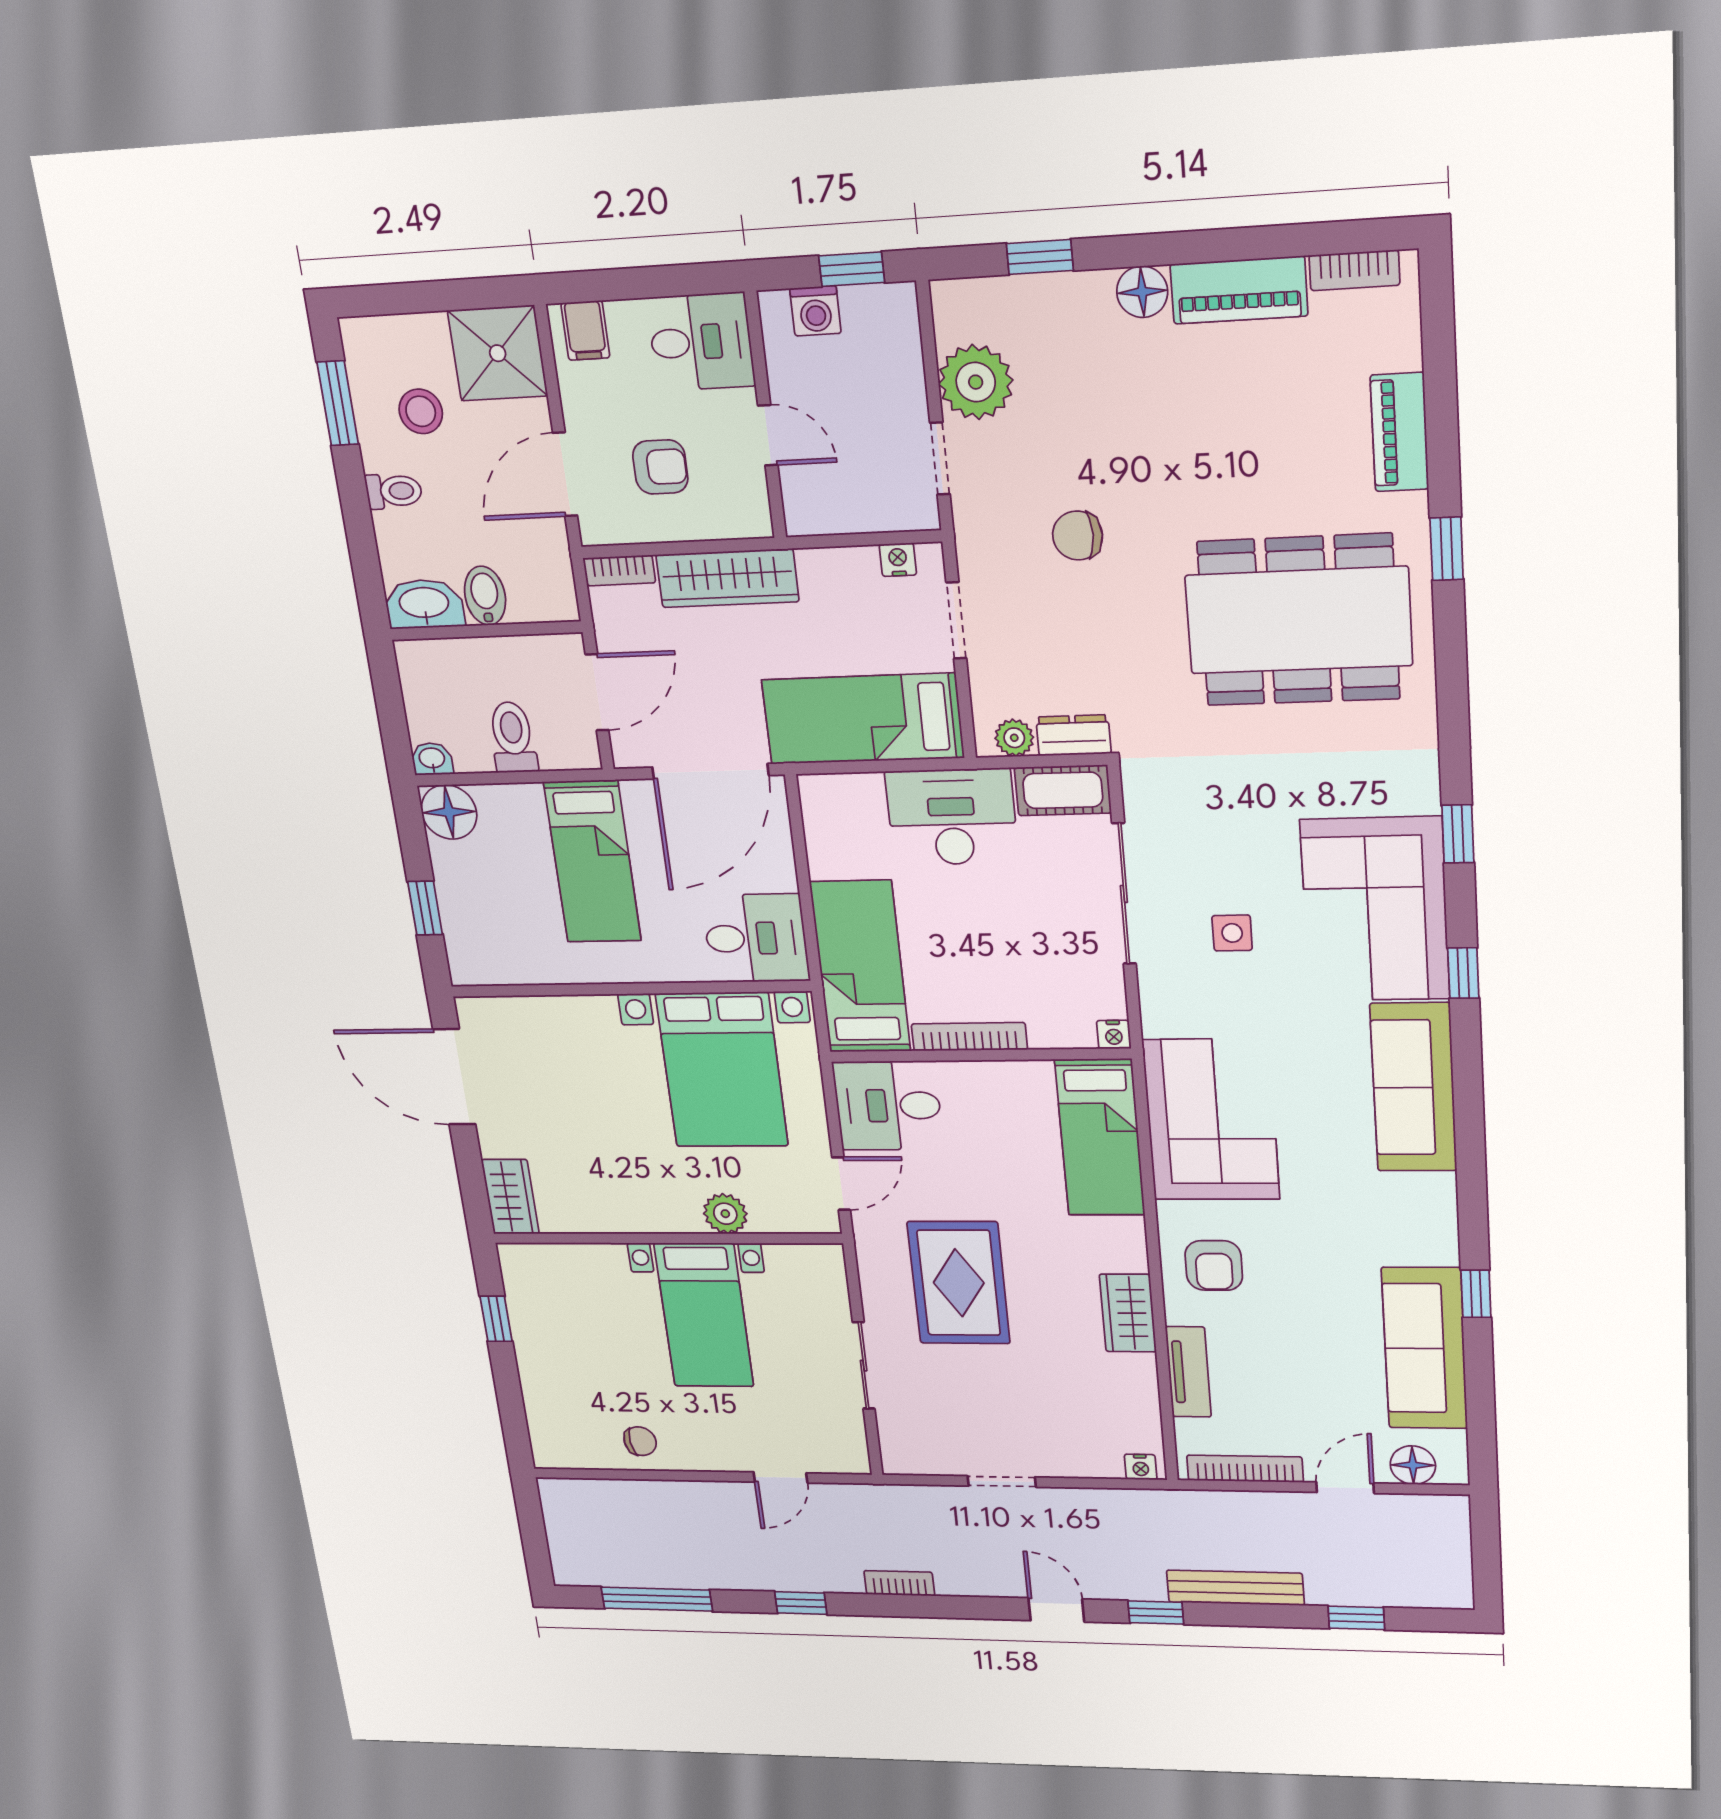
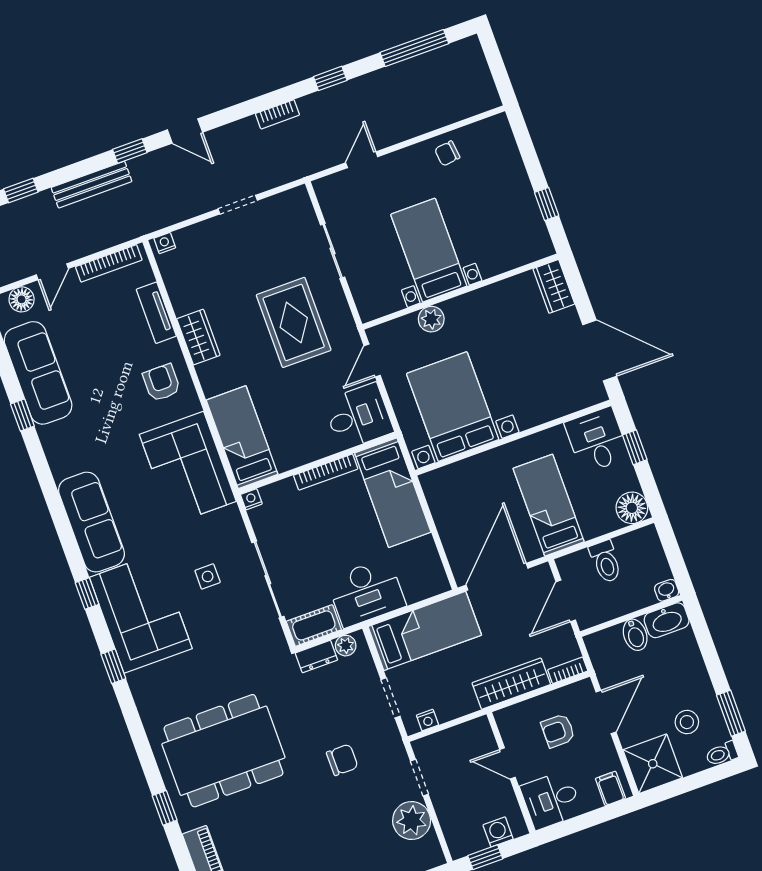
toilet: (394, 491) -> (722, 754), moved
washbasin: (432, 759) -> (667, 590), moved, turned 180
desk: (756, 938) -> (597, 440), moved, turned 90

